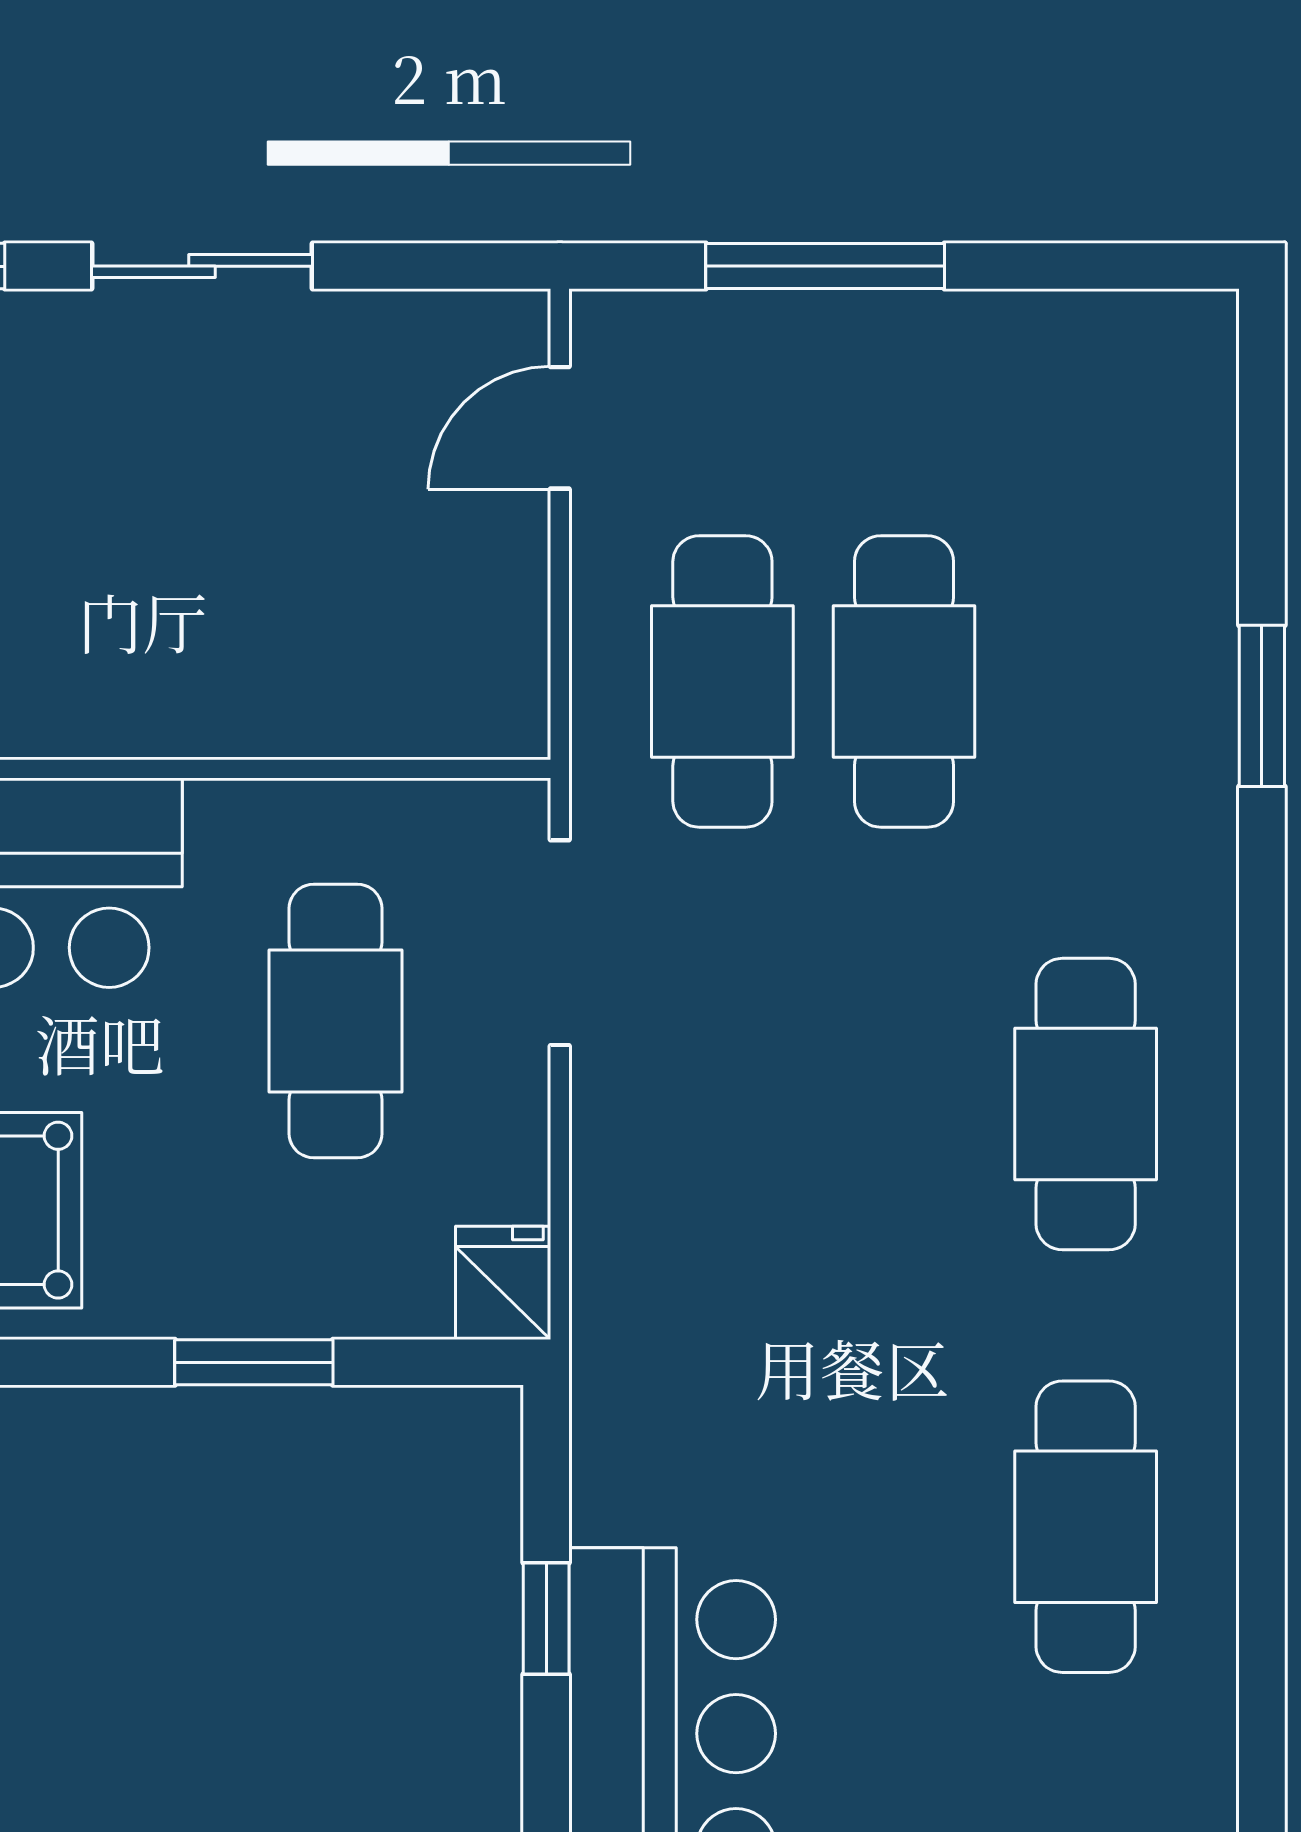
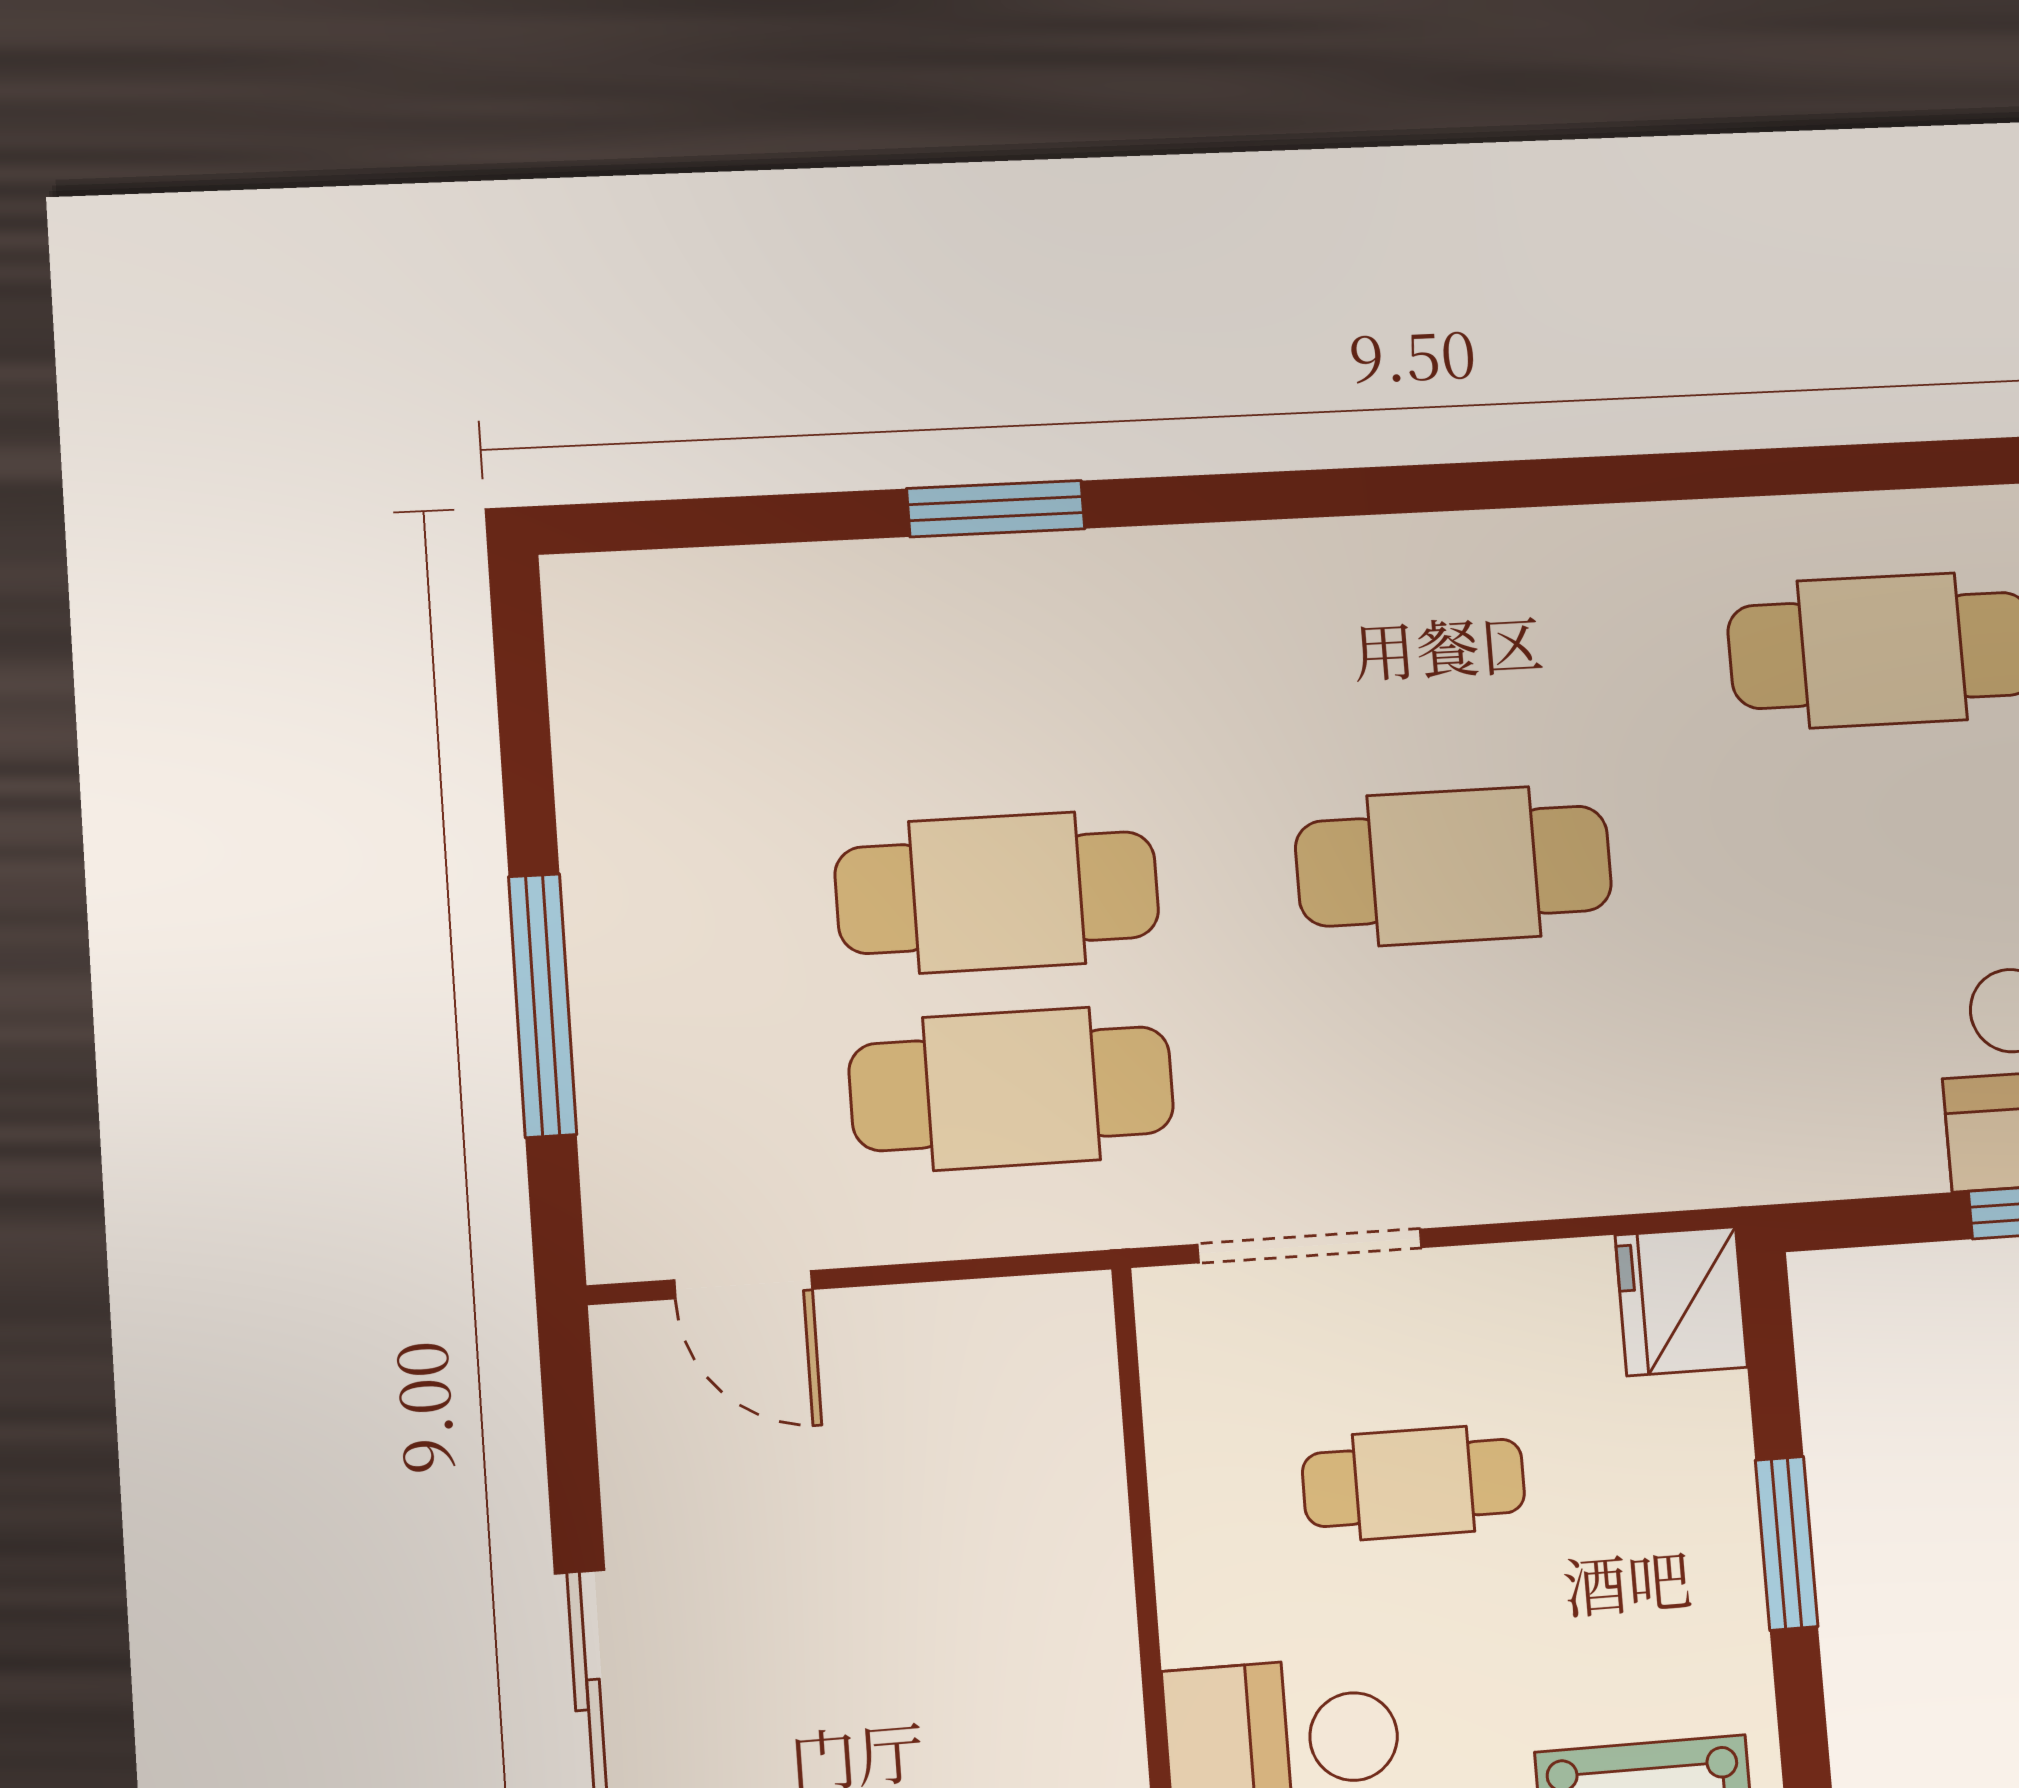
cafe table: (335, 1021) -> (1414, 1483), width x0.73, depth x0.74
cafe table: (1086, 1104) -> (1454, 866), moved
fridge: (503, 1283) -> (1681, 1301), width x1.38

